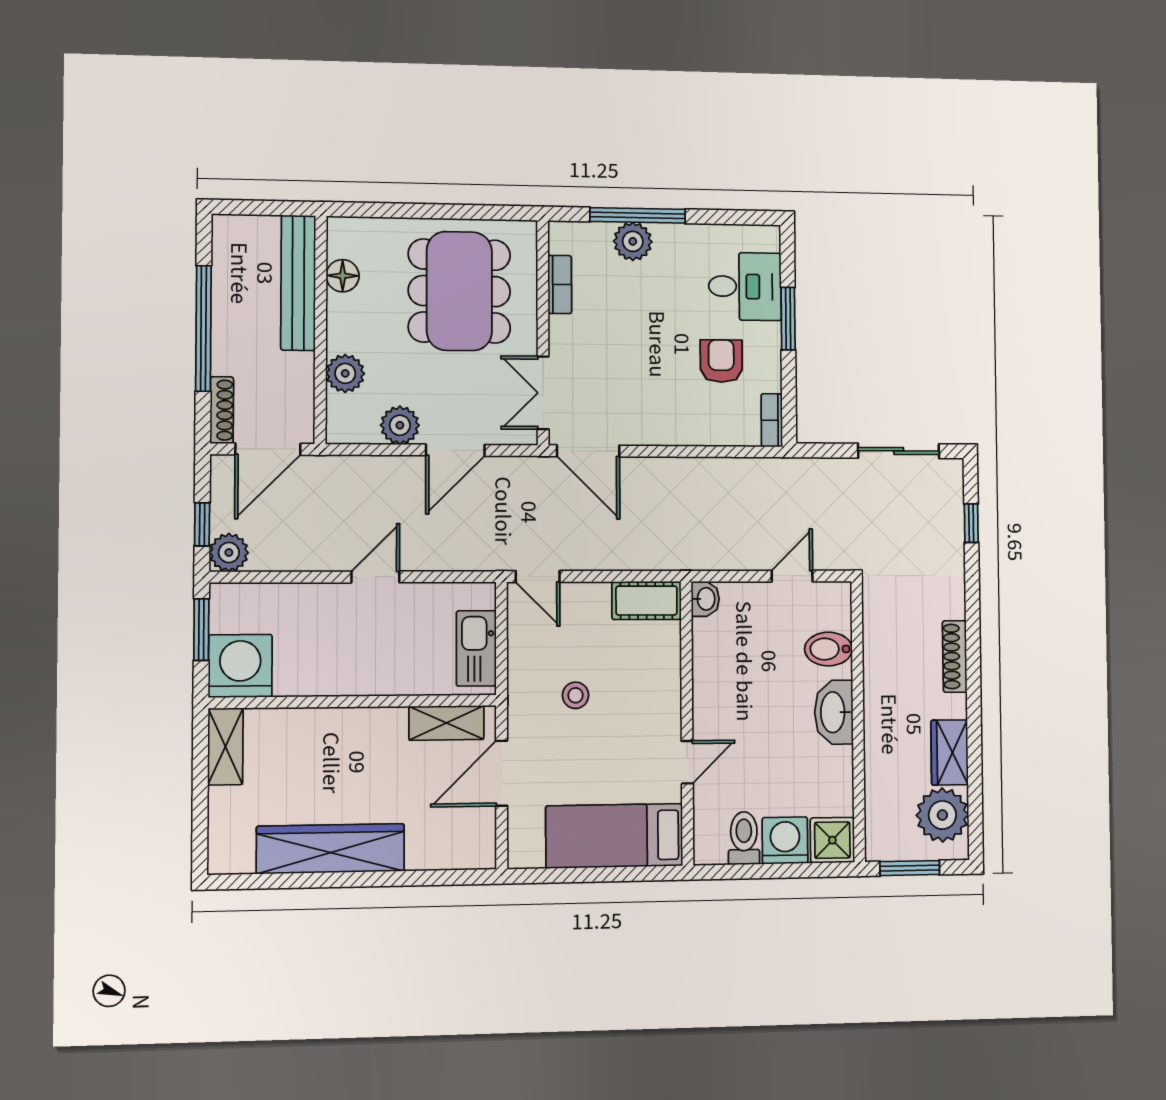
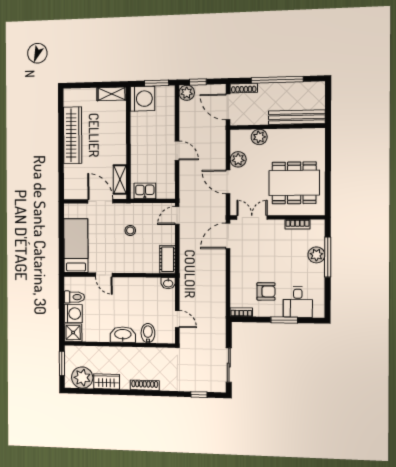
floor lamp: (343, 276) -> (300, 135), removed
kitchen sink: (476, 648) -> (145, 191), width x0.73

